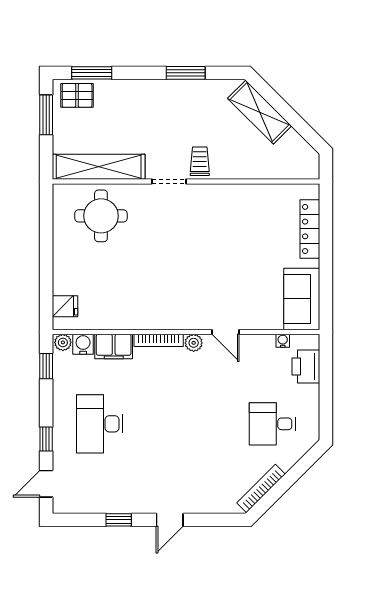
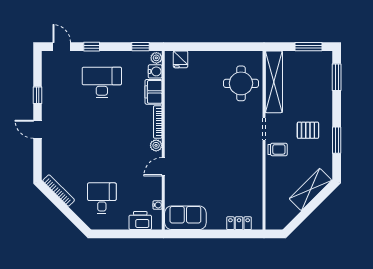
pallet: (77, 95) -> (308, 130), moved, turned 90
locker: (310, 229) -> (239, 223), width x0.66

